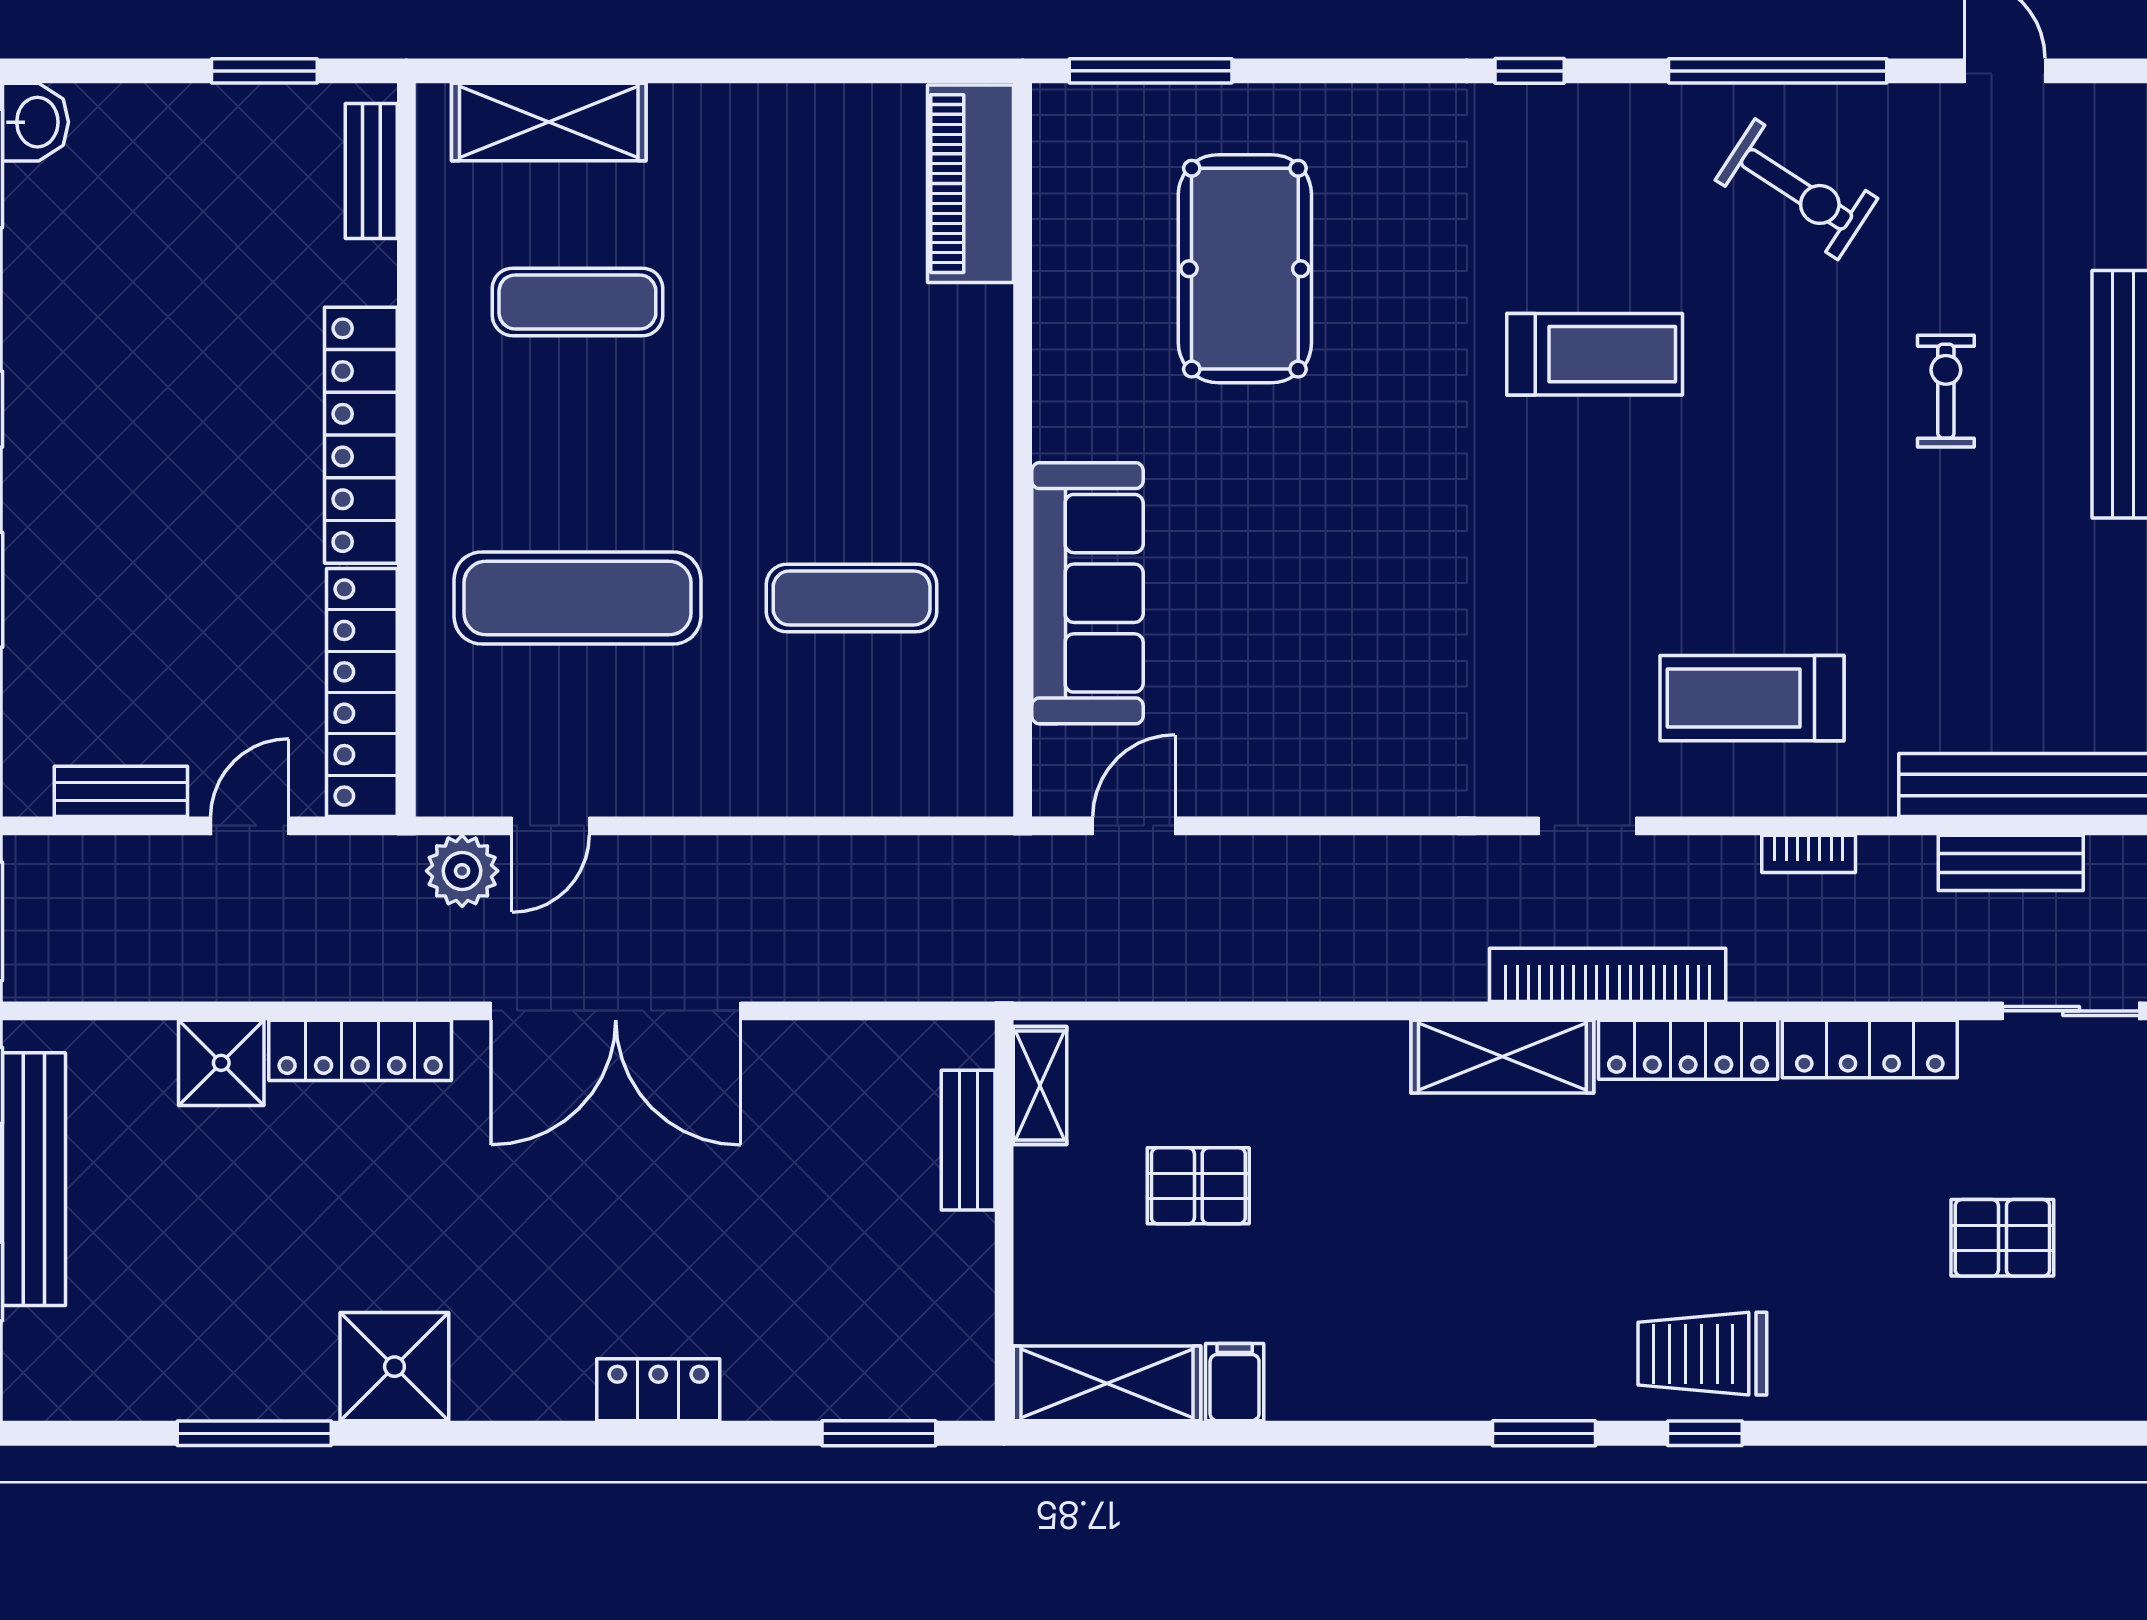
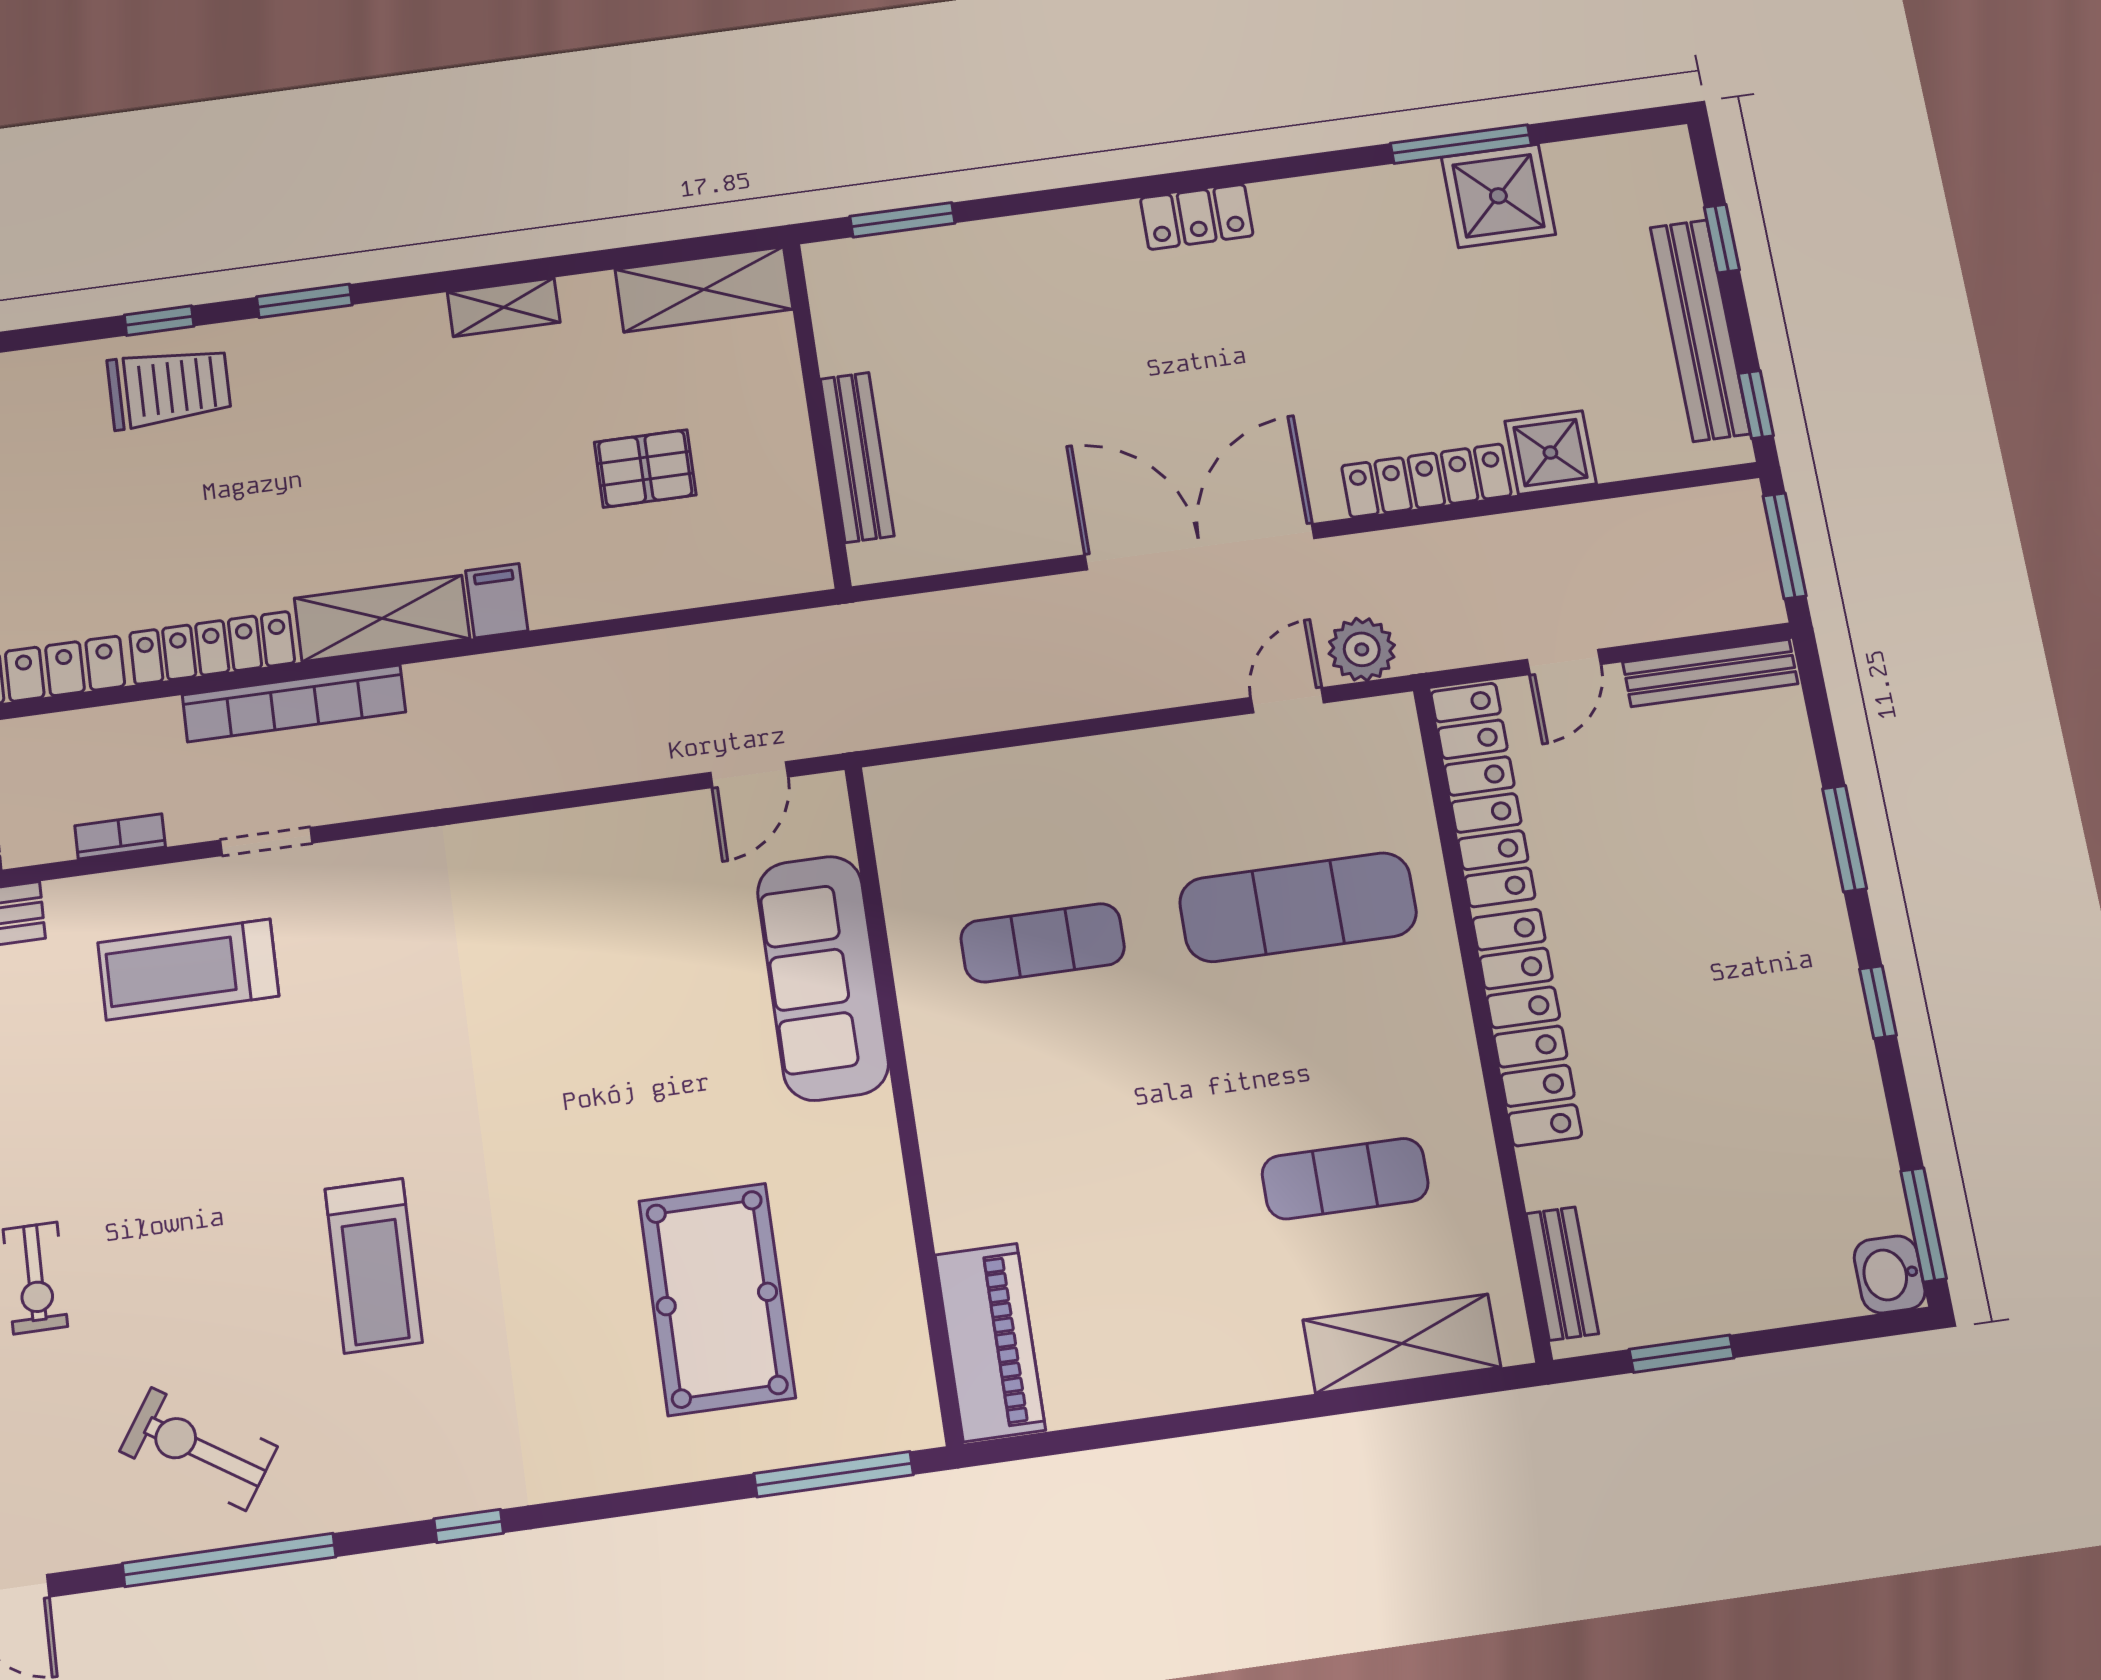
treadmill: (1595, 354) -> (374, 1266), turned -90
treadmill: (1752, 698) -> (188, 969), turned 180
bench: (121, 791) -> (1710, 673), width x1.36
doorway: (1587, 826) -> (266, 842), moved
shelving: (1040, 1086) -> (504, 307), moved, turned 90
bench: (968, 1140) -> (857, 457), width x1.36
shower: (394, 1367) -> (1498, 196), moved
filing cabinet: (1235, 1382) -> (497, 601), moved, turned 180
locker: (658, 1390) -> (1197, 217), moved

